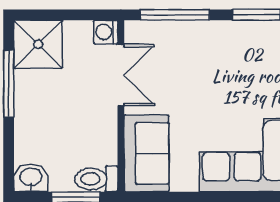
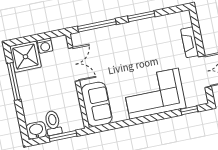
washing machine: (106, 32) -> (45, 46), moved, turned -90
toilet: (96, 179) -> (53, 123), moved, turned 90

